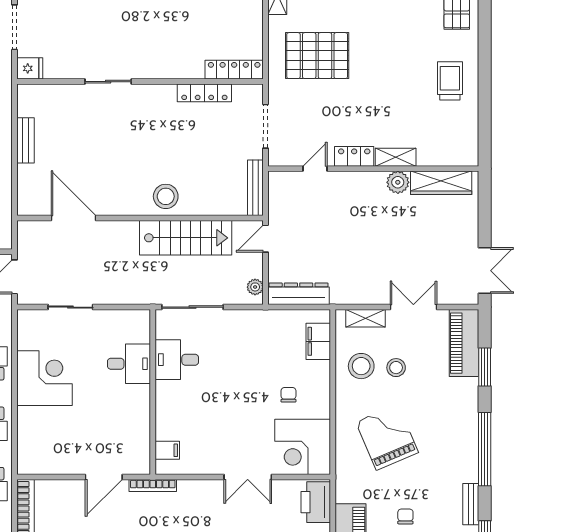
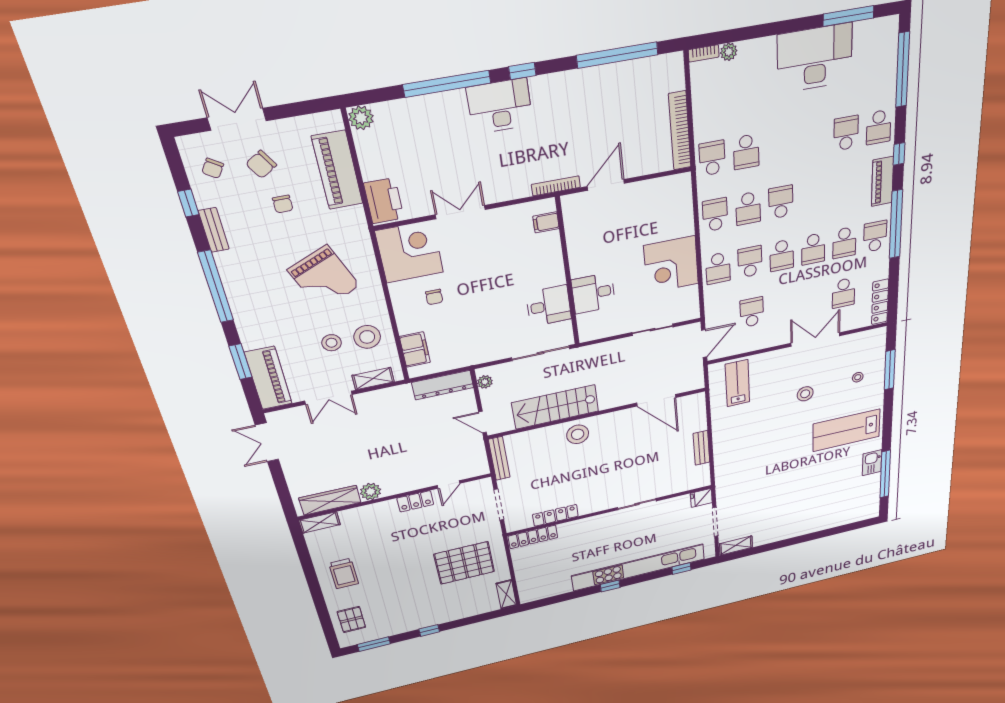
shelving: (396, 157) -> (320, 522), moved
door: (266, 239) -> (483, 422), swing flipped

